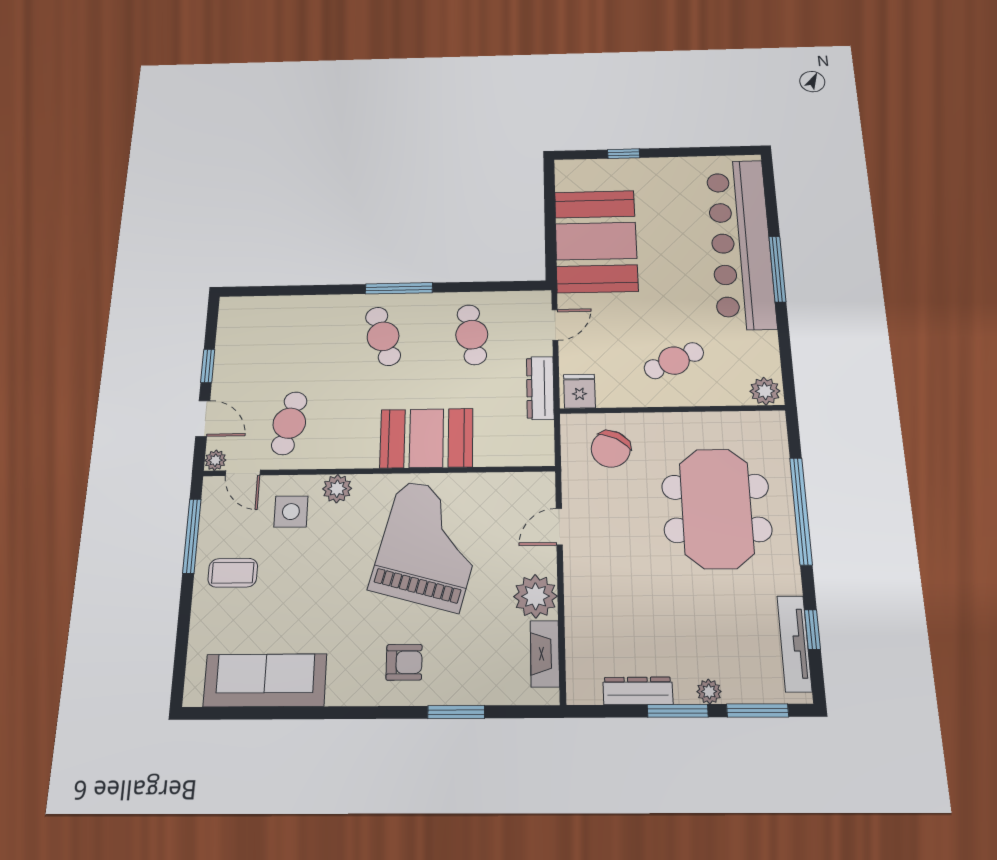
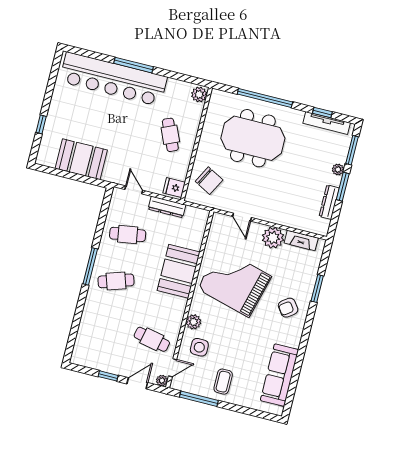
booth: (596, 241) -> (81, 159), width x0.73, depth x0.70
armchair: (404, 662) -> (288, 308), turned -126

